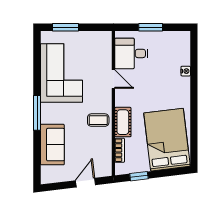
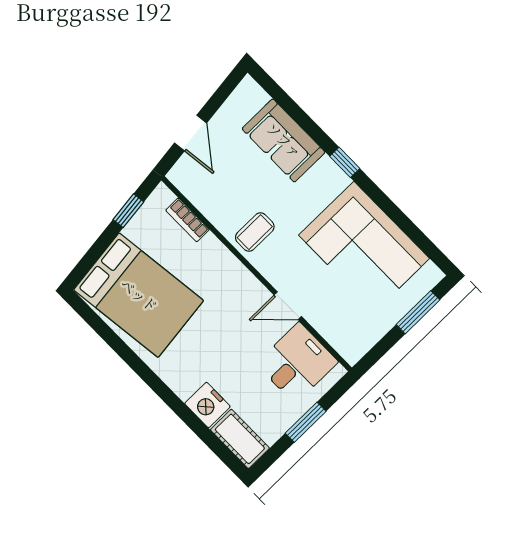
nightstand: (186, 71) -> (207, 405), width x1.89, depth x1.79
window: (37, 113) -> (345, 162), width x0.46
cot: (123, 122) -> (240, 439), moved

